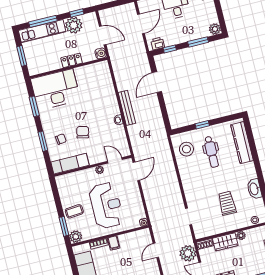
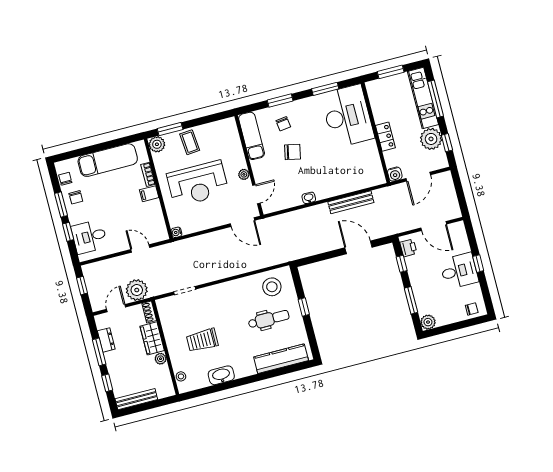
bench: (127, 108) -> (351, 202), moved
dental chair: (211, 152) -> (269, 319), turned 180
trolley: (227, 203) -> (202, 340), turned 180

